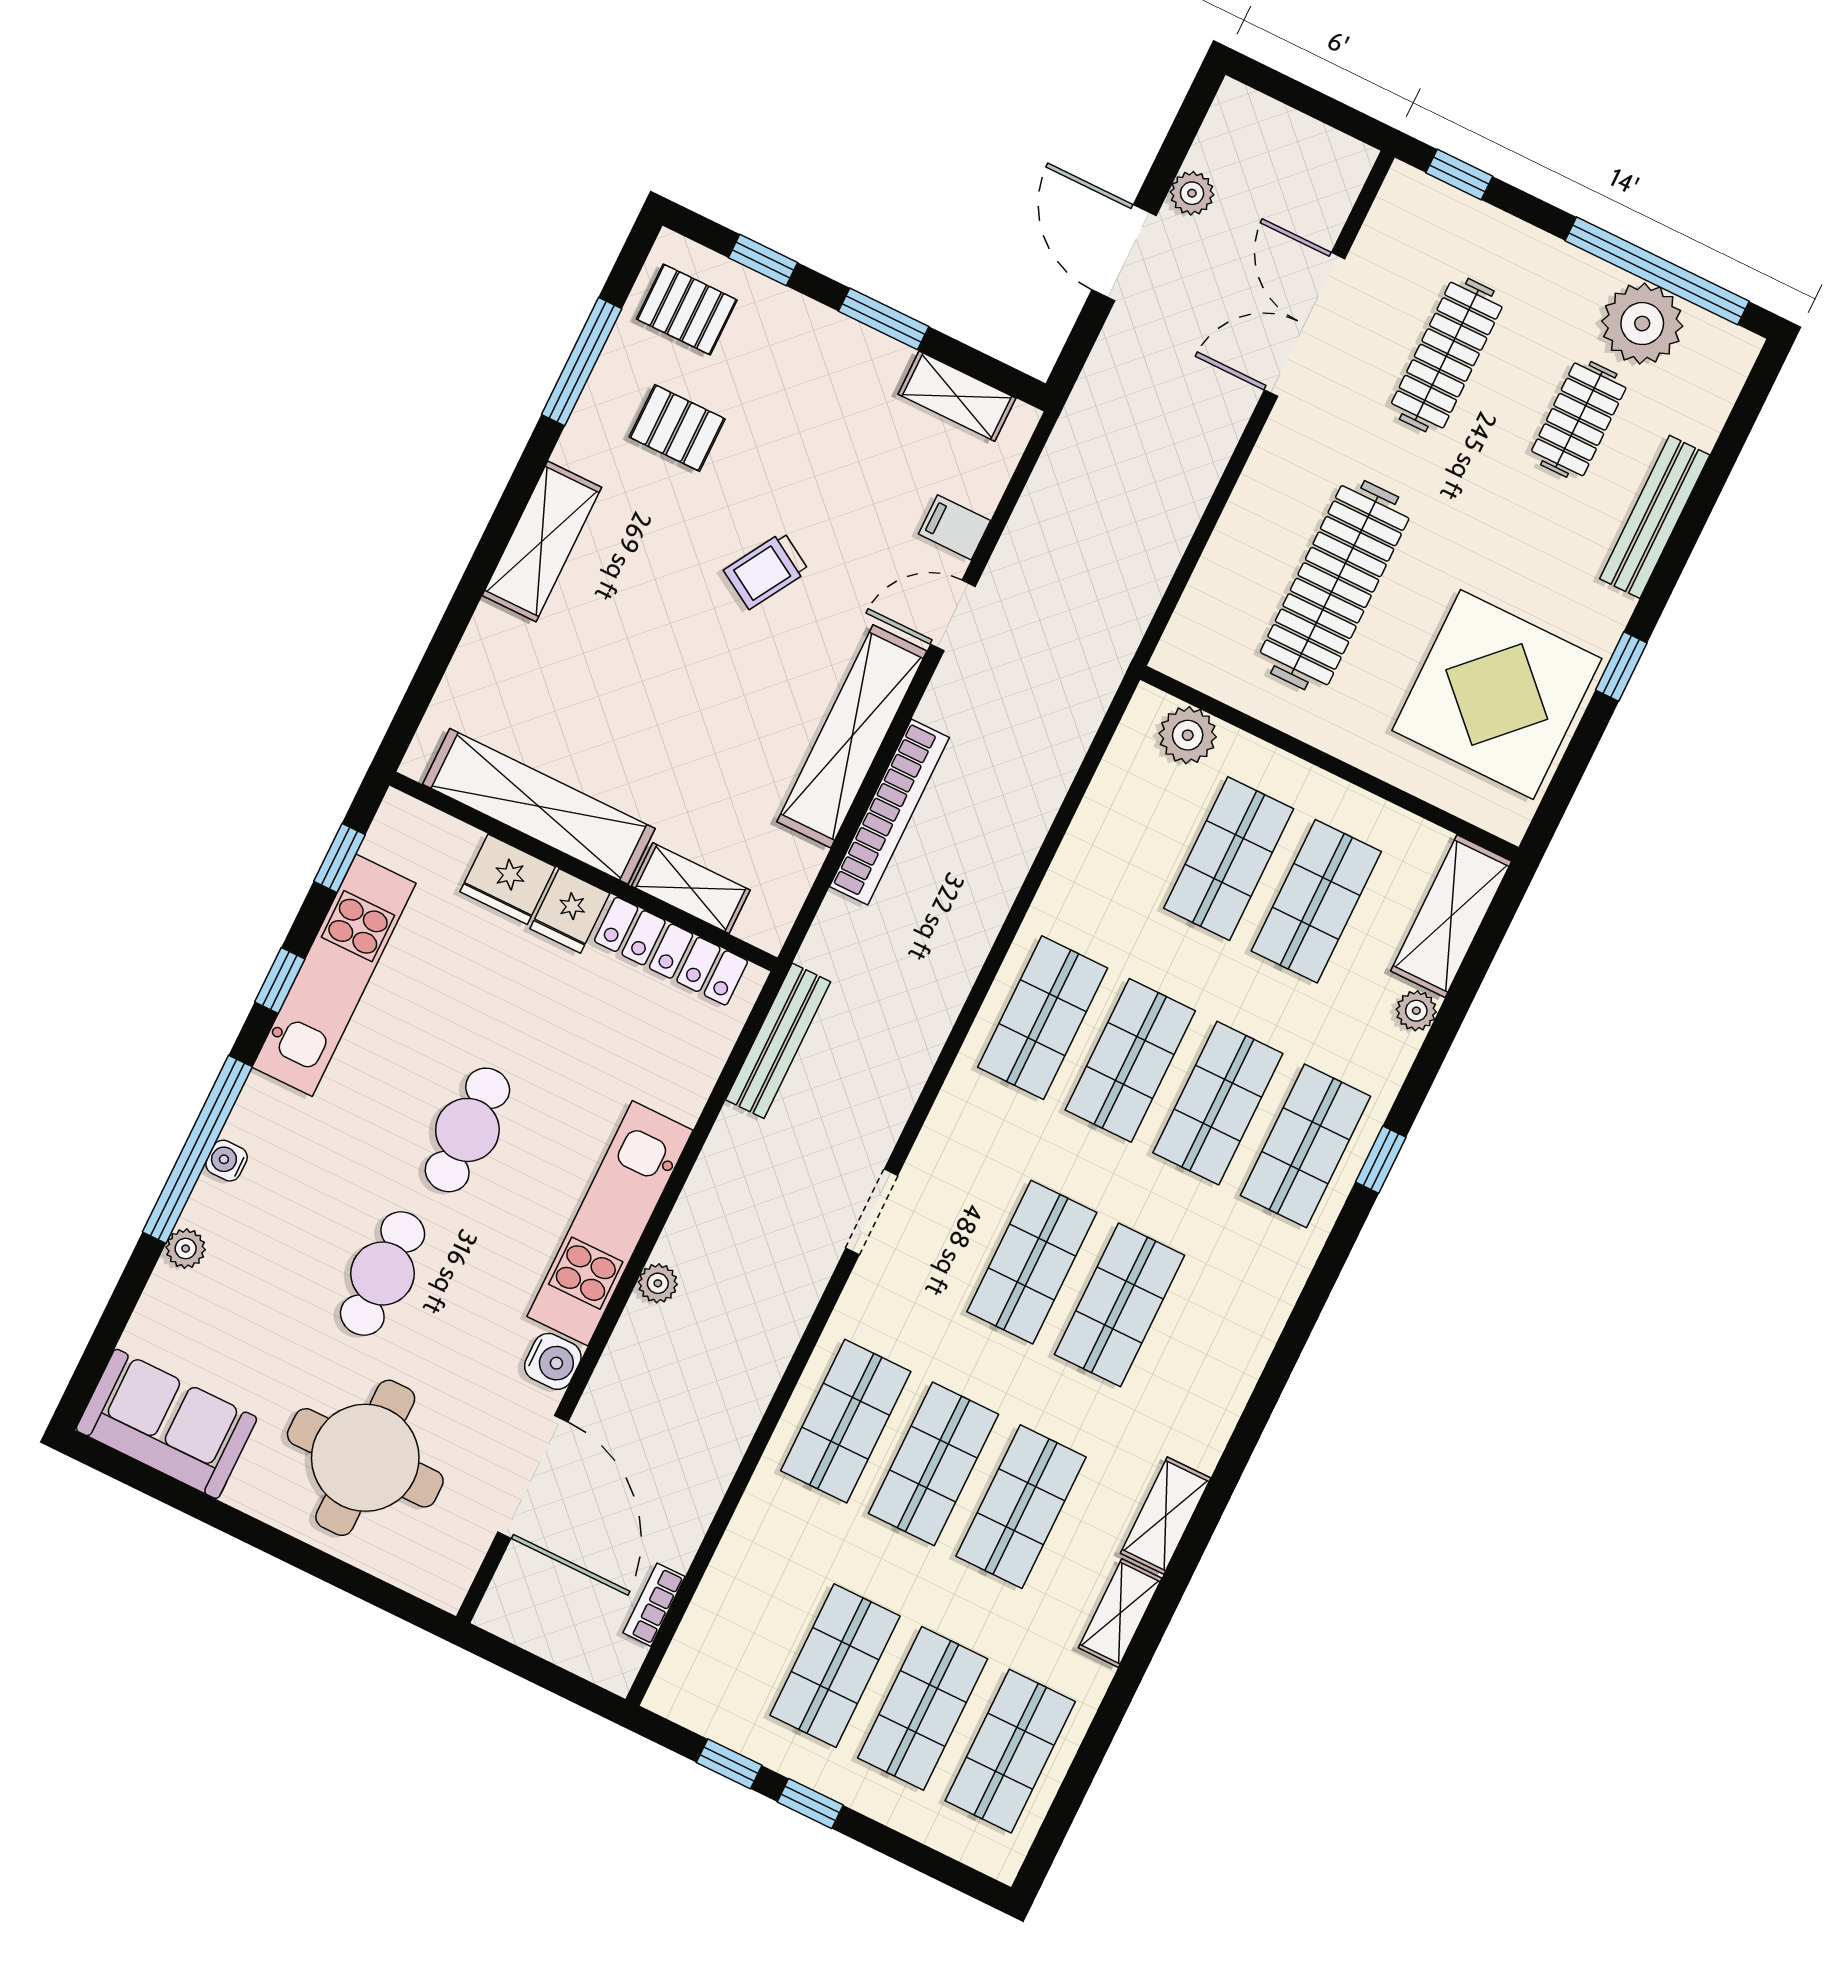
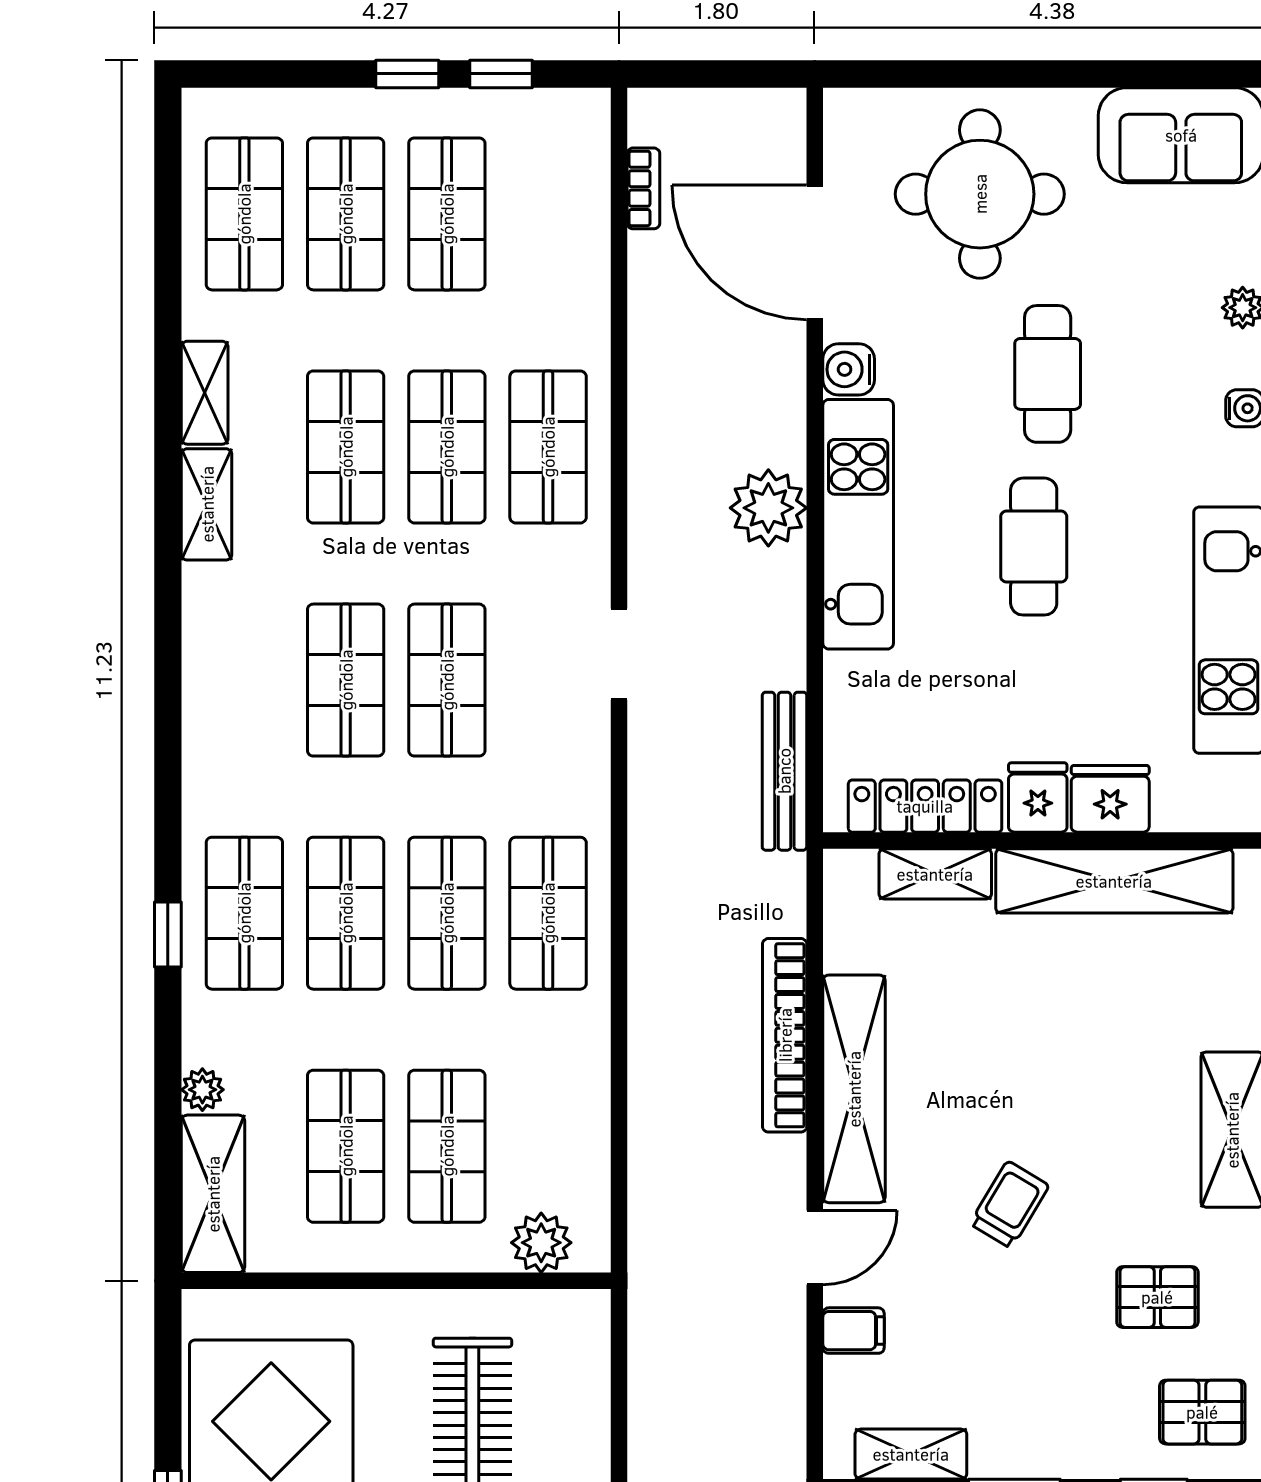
plant: (658, 1283) -> (768, 508), width x1.88, depth x1.88

